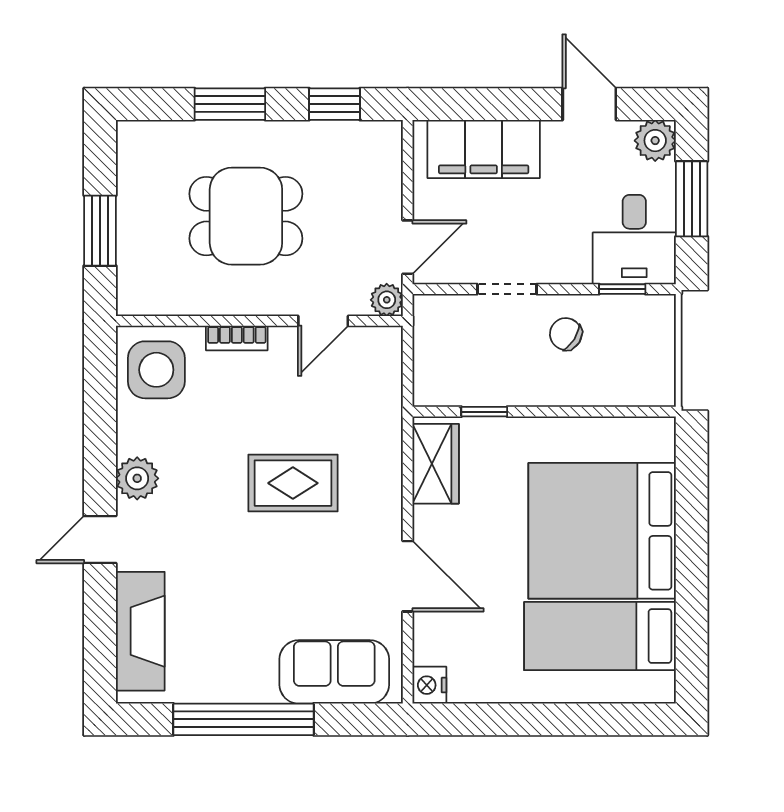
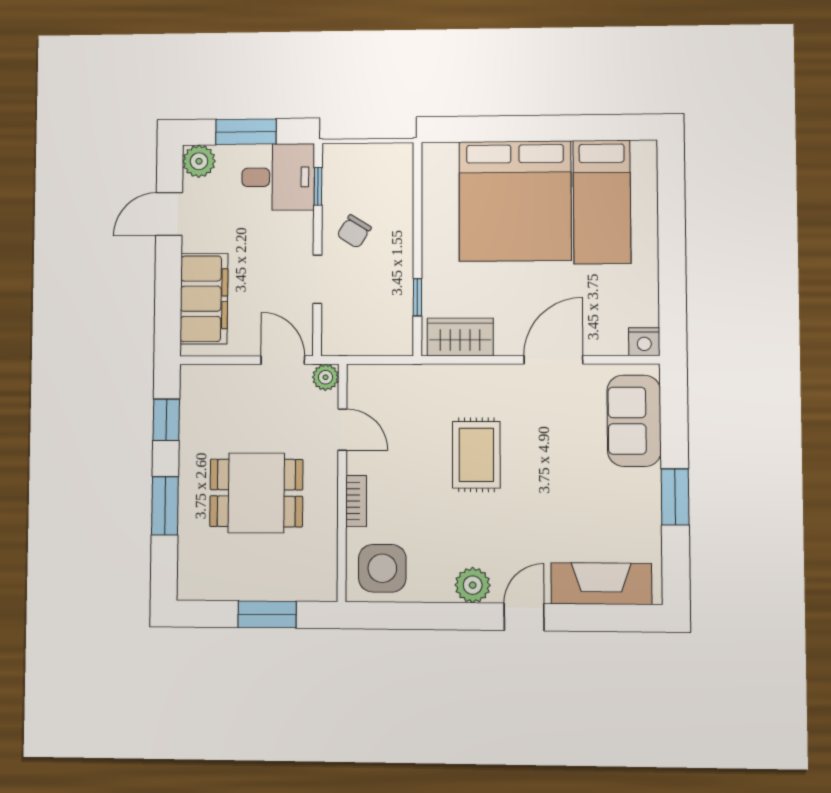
dining table: (246, 216) -> (256, 493), turned 90
door: (100, 540) -> (524, 617), swing flipped
window: (244, 719) -> (675, 497), width x0.47

